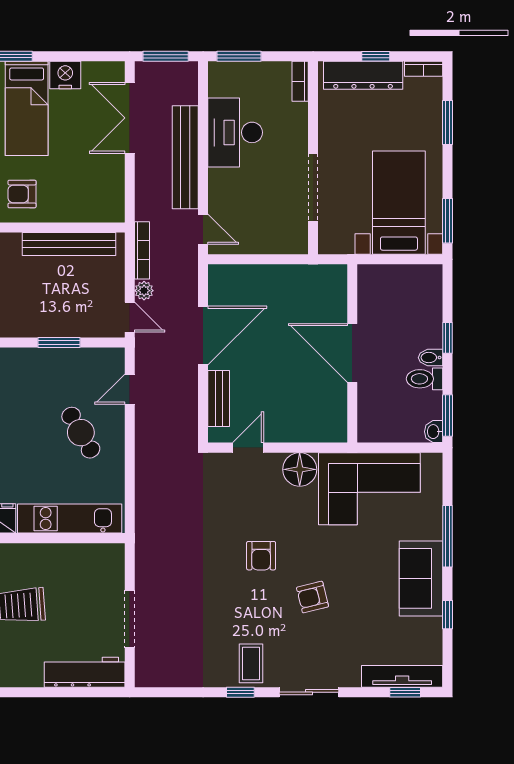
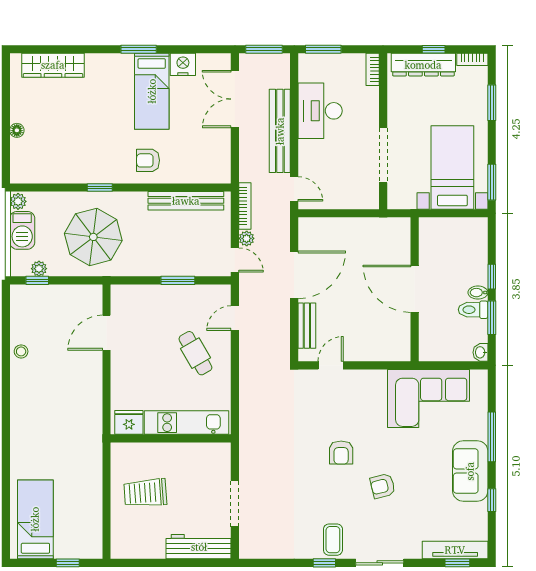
window: (448, 415) -> (492, 318), moved
floor lamp: (300, 469) -> (372, 383), removed

